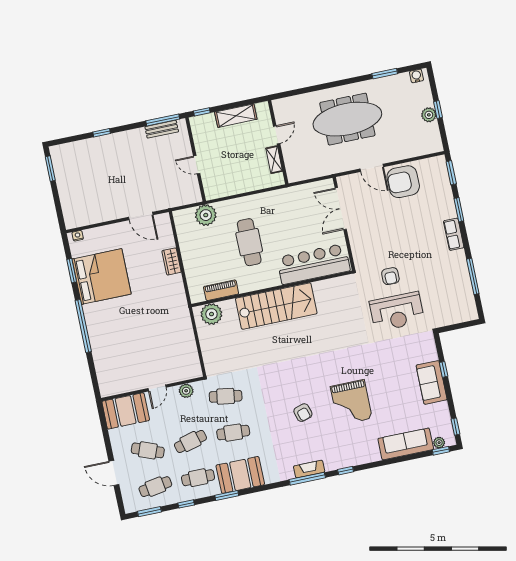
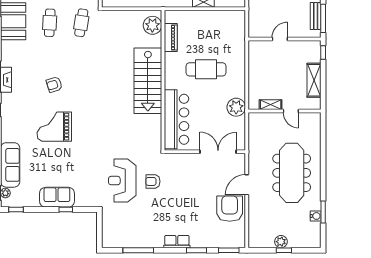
water cooler: (416, 76) -> (316, 216), moved
plant: (206, 215) -> (236, 107), moved

